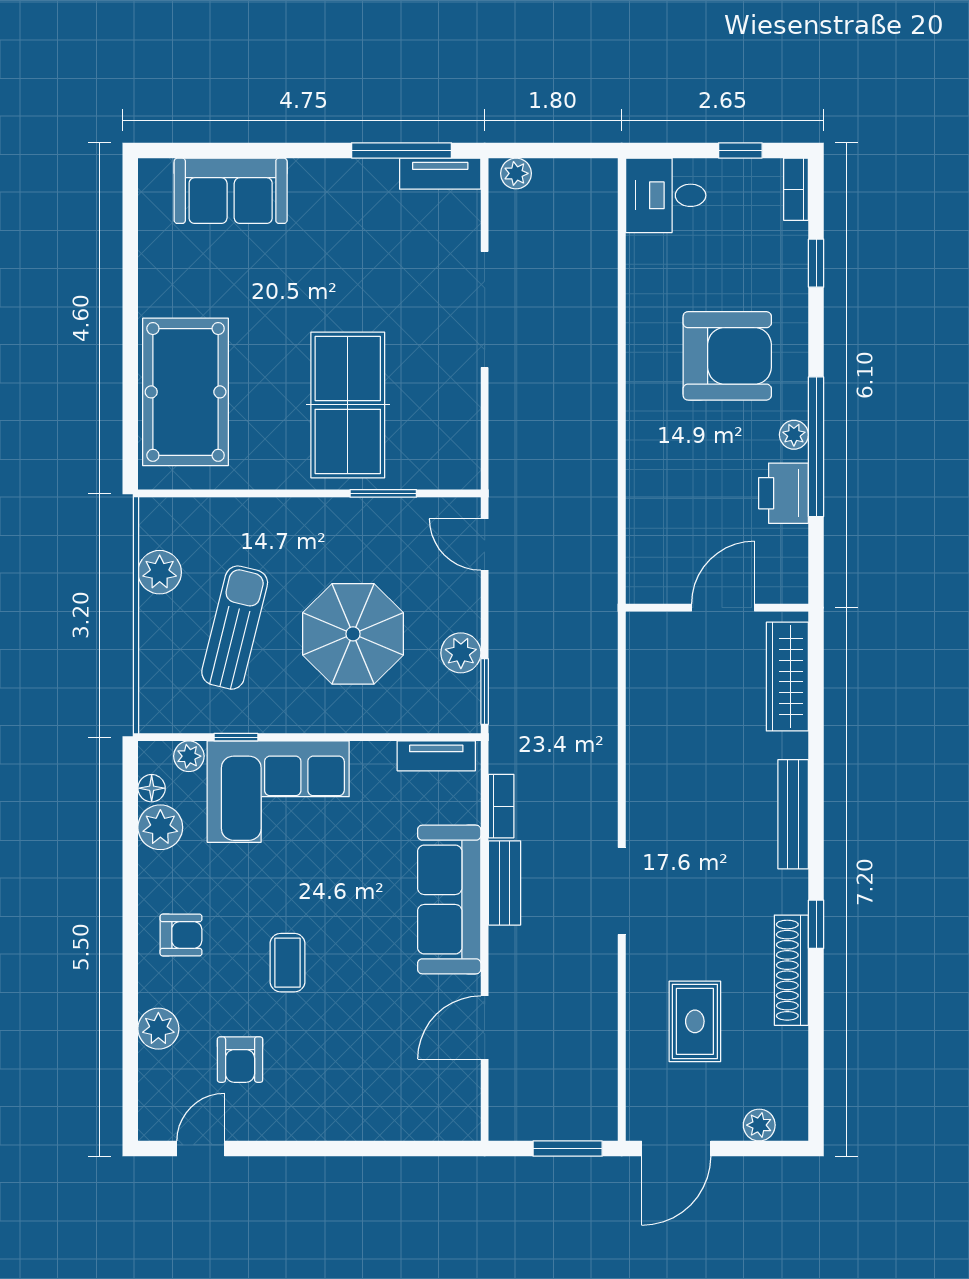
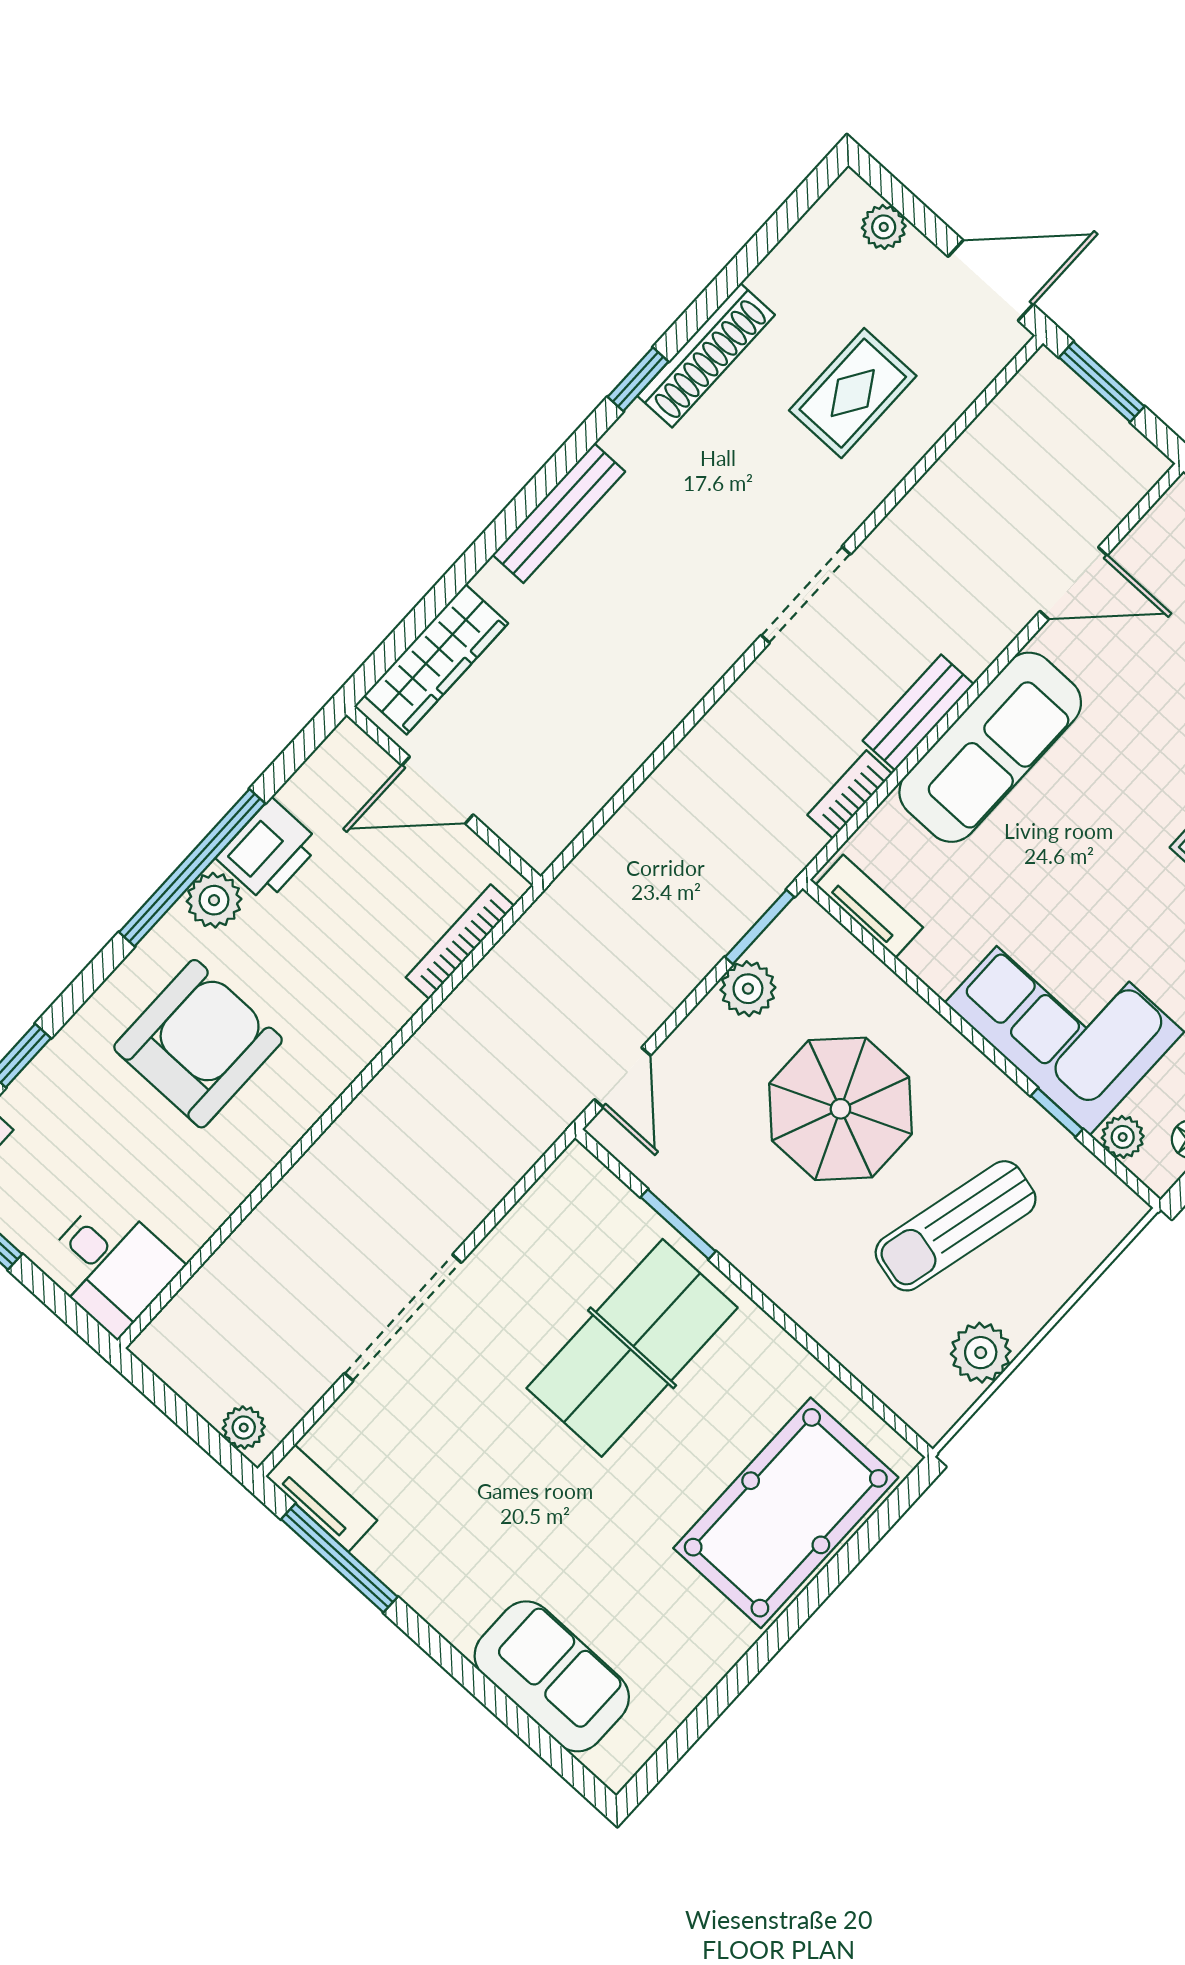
armchair: (727, 356) -> (198, 1044), turned 90
plant: (794, 435) -> (214, 900), width x1.38, depth x1.38
bookcase: (637, 538) -> (460, 942), added

